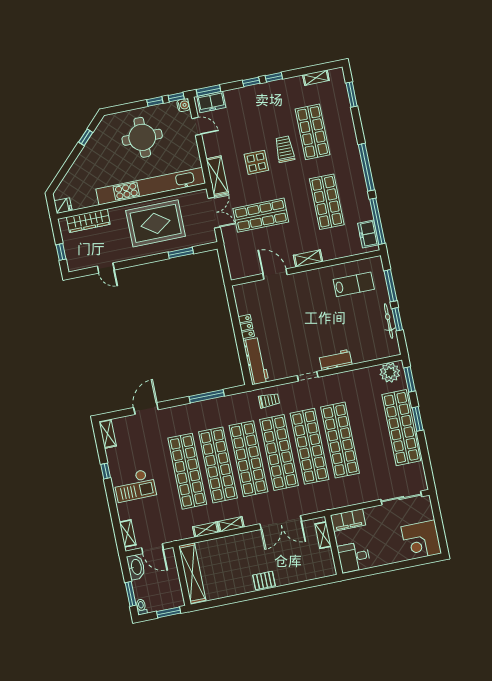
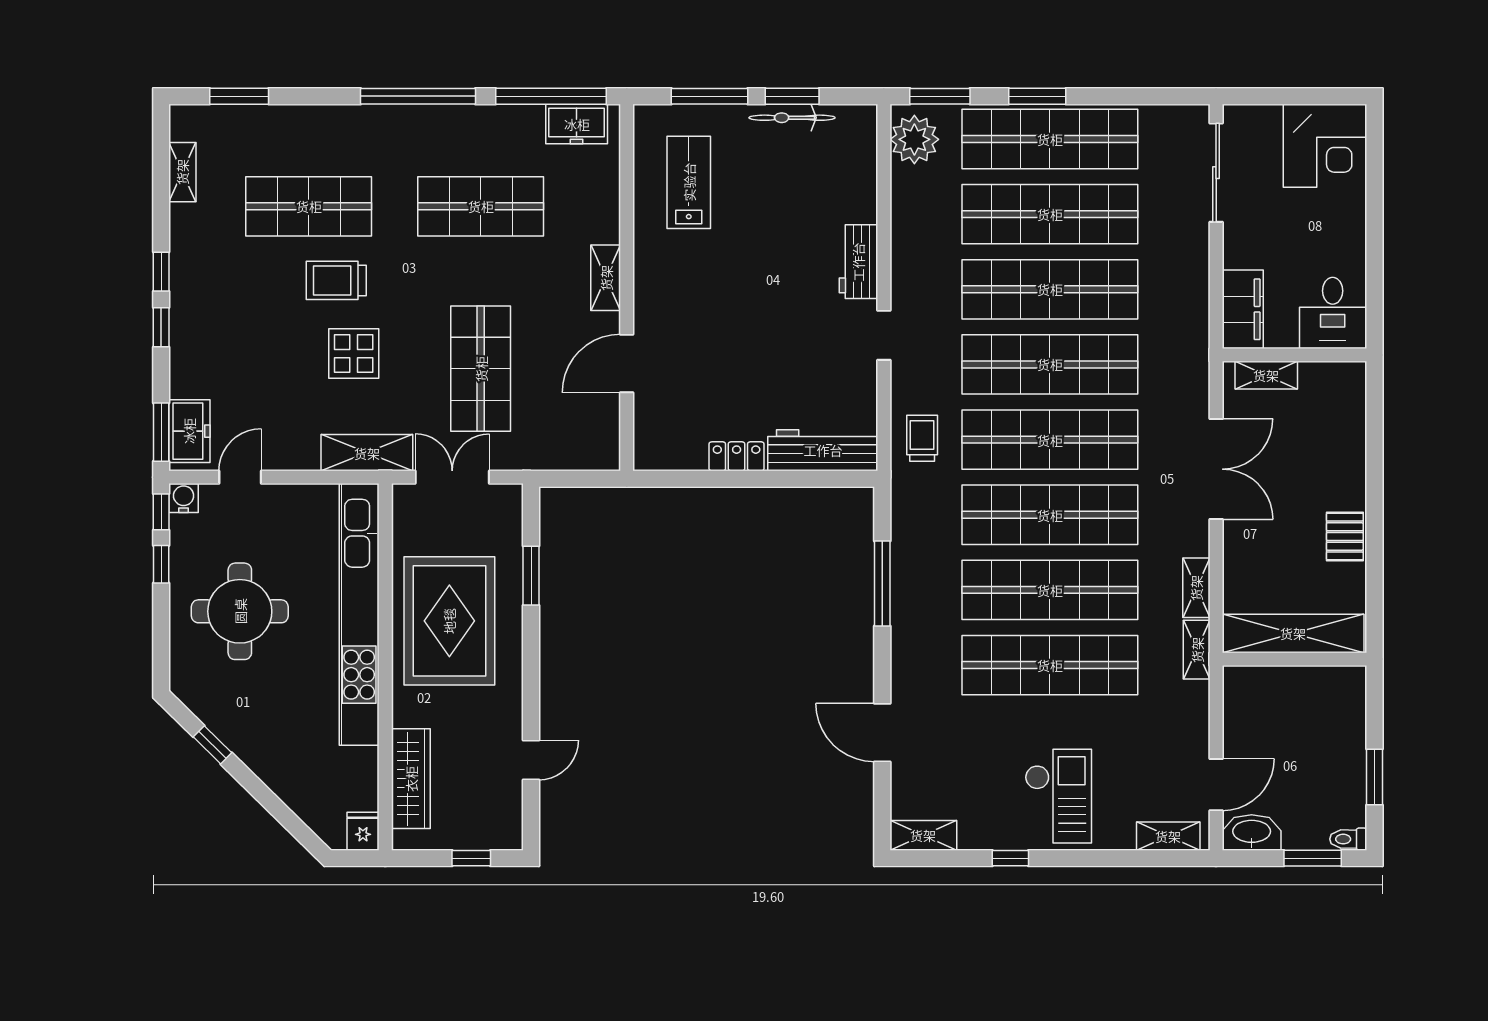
shop shelf: (371, 434) -> (1050, 214), added
shelving: (192, 573) -> (1293, 633), moved
wall: (182, 576) -> (1294, 659), moved

